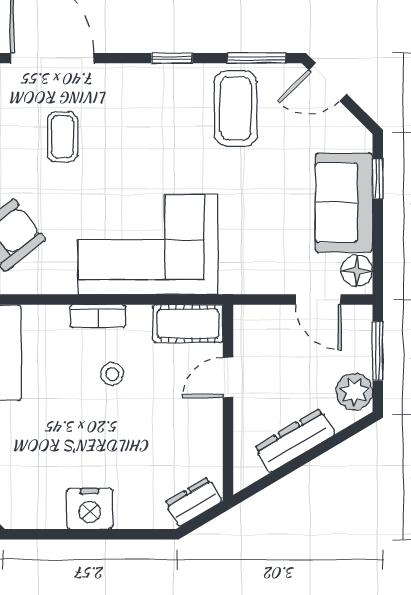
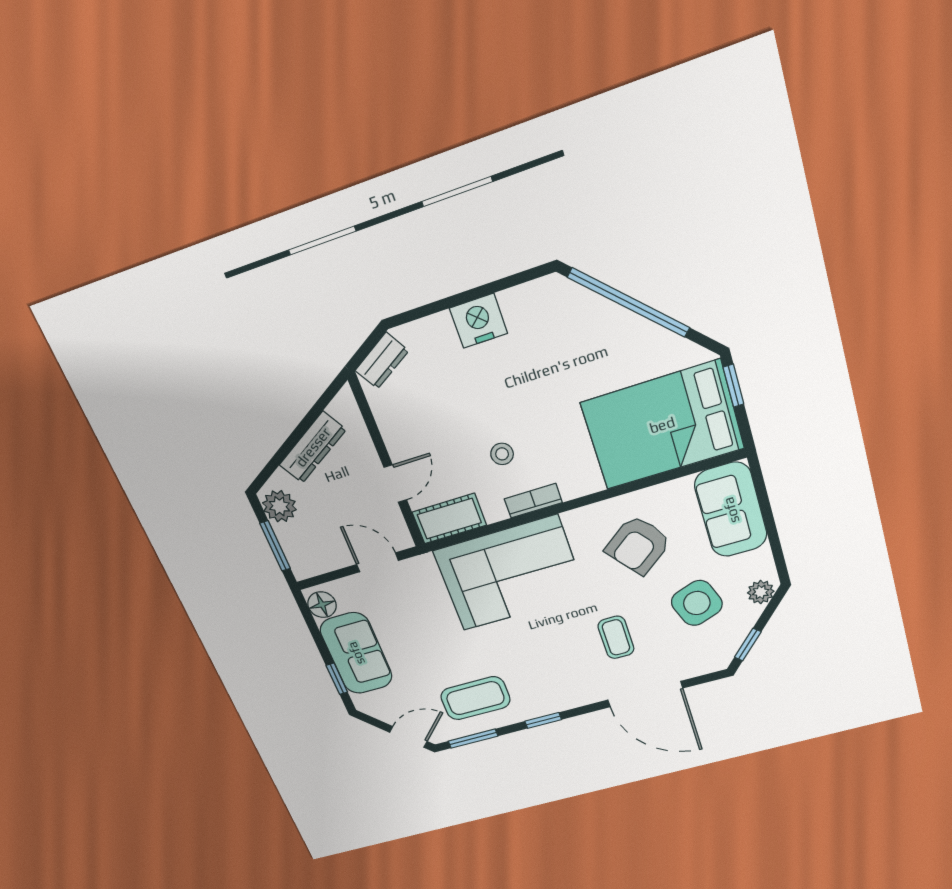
coffee table: (236, 108) -> (475, 698), turned 90
door: (318, 300) -> (377, 562), moved

